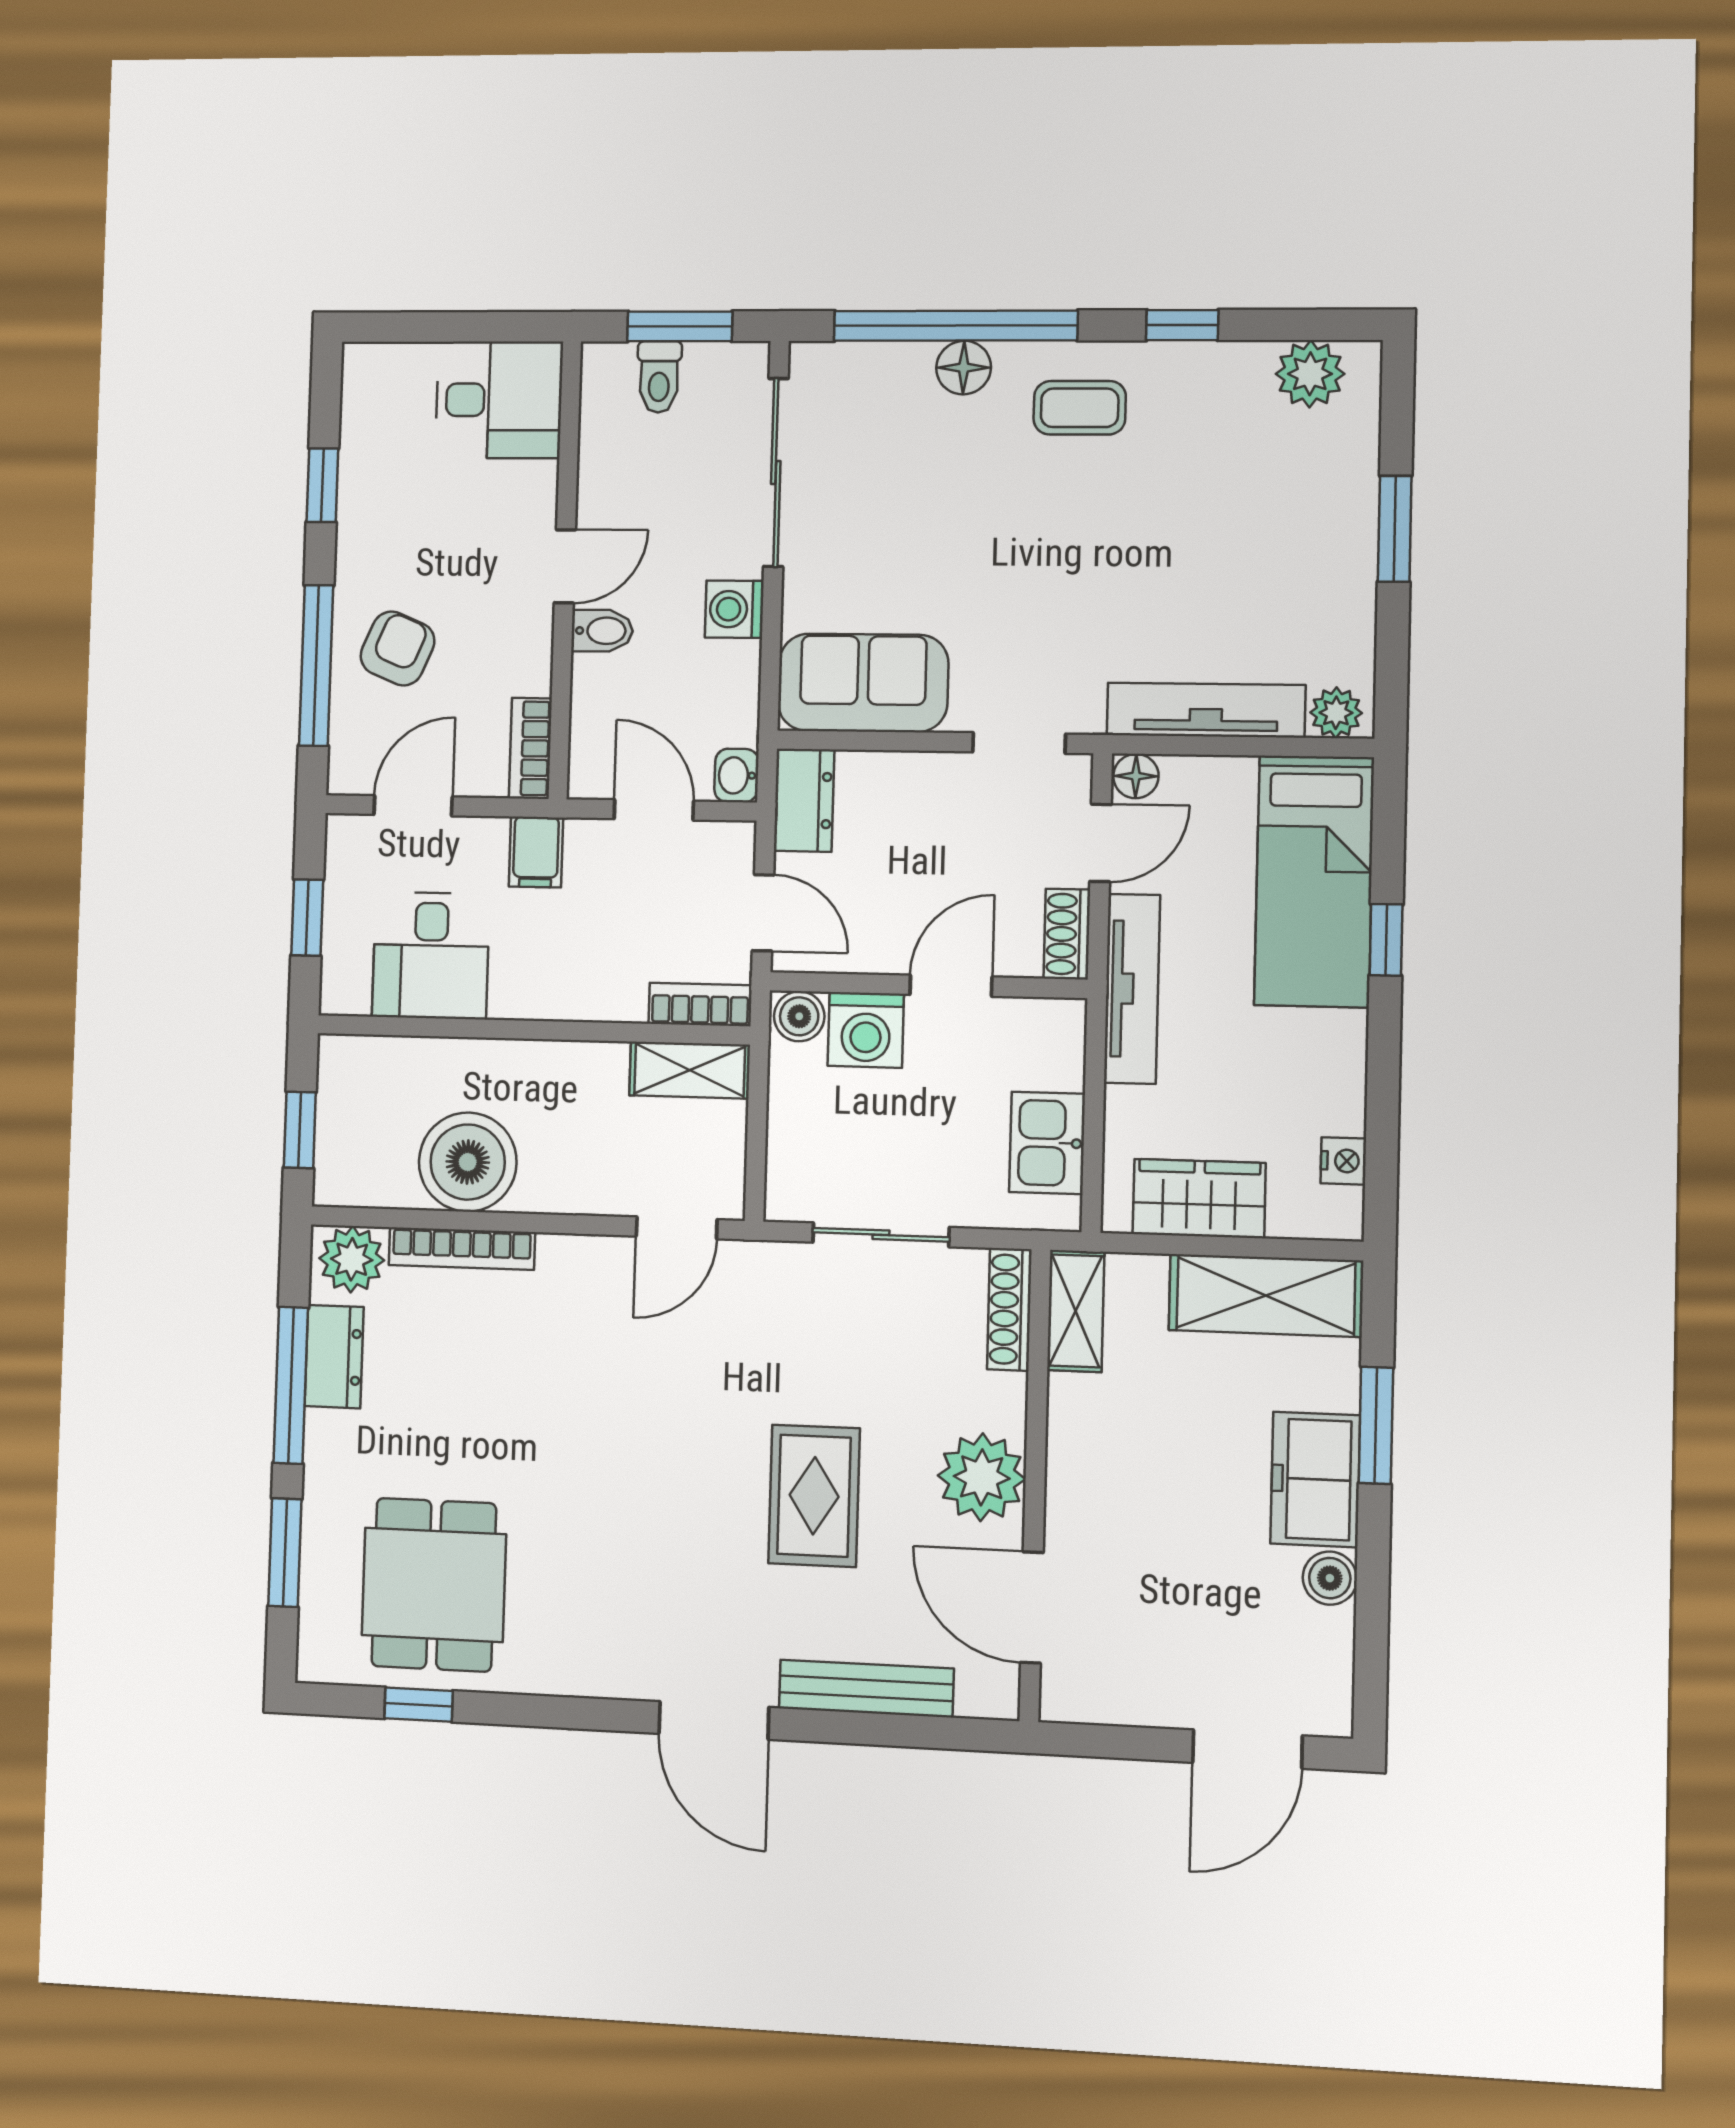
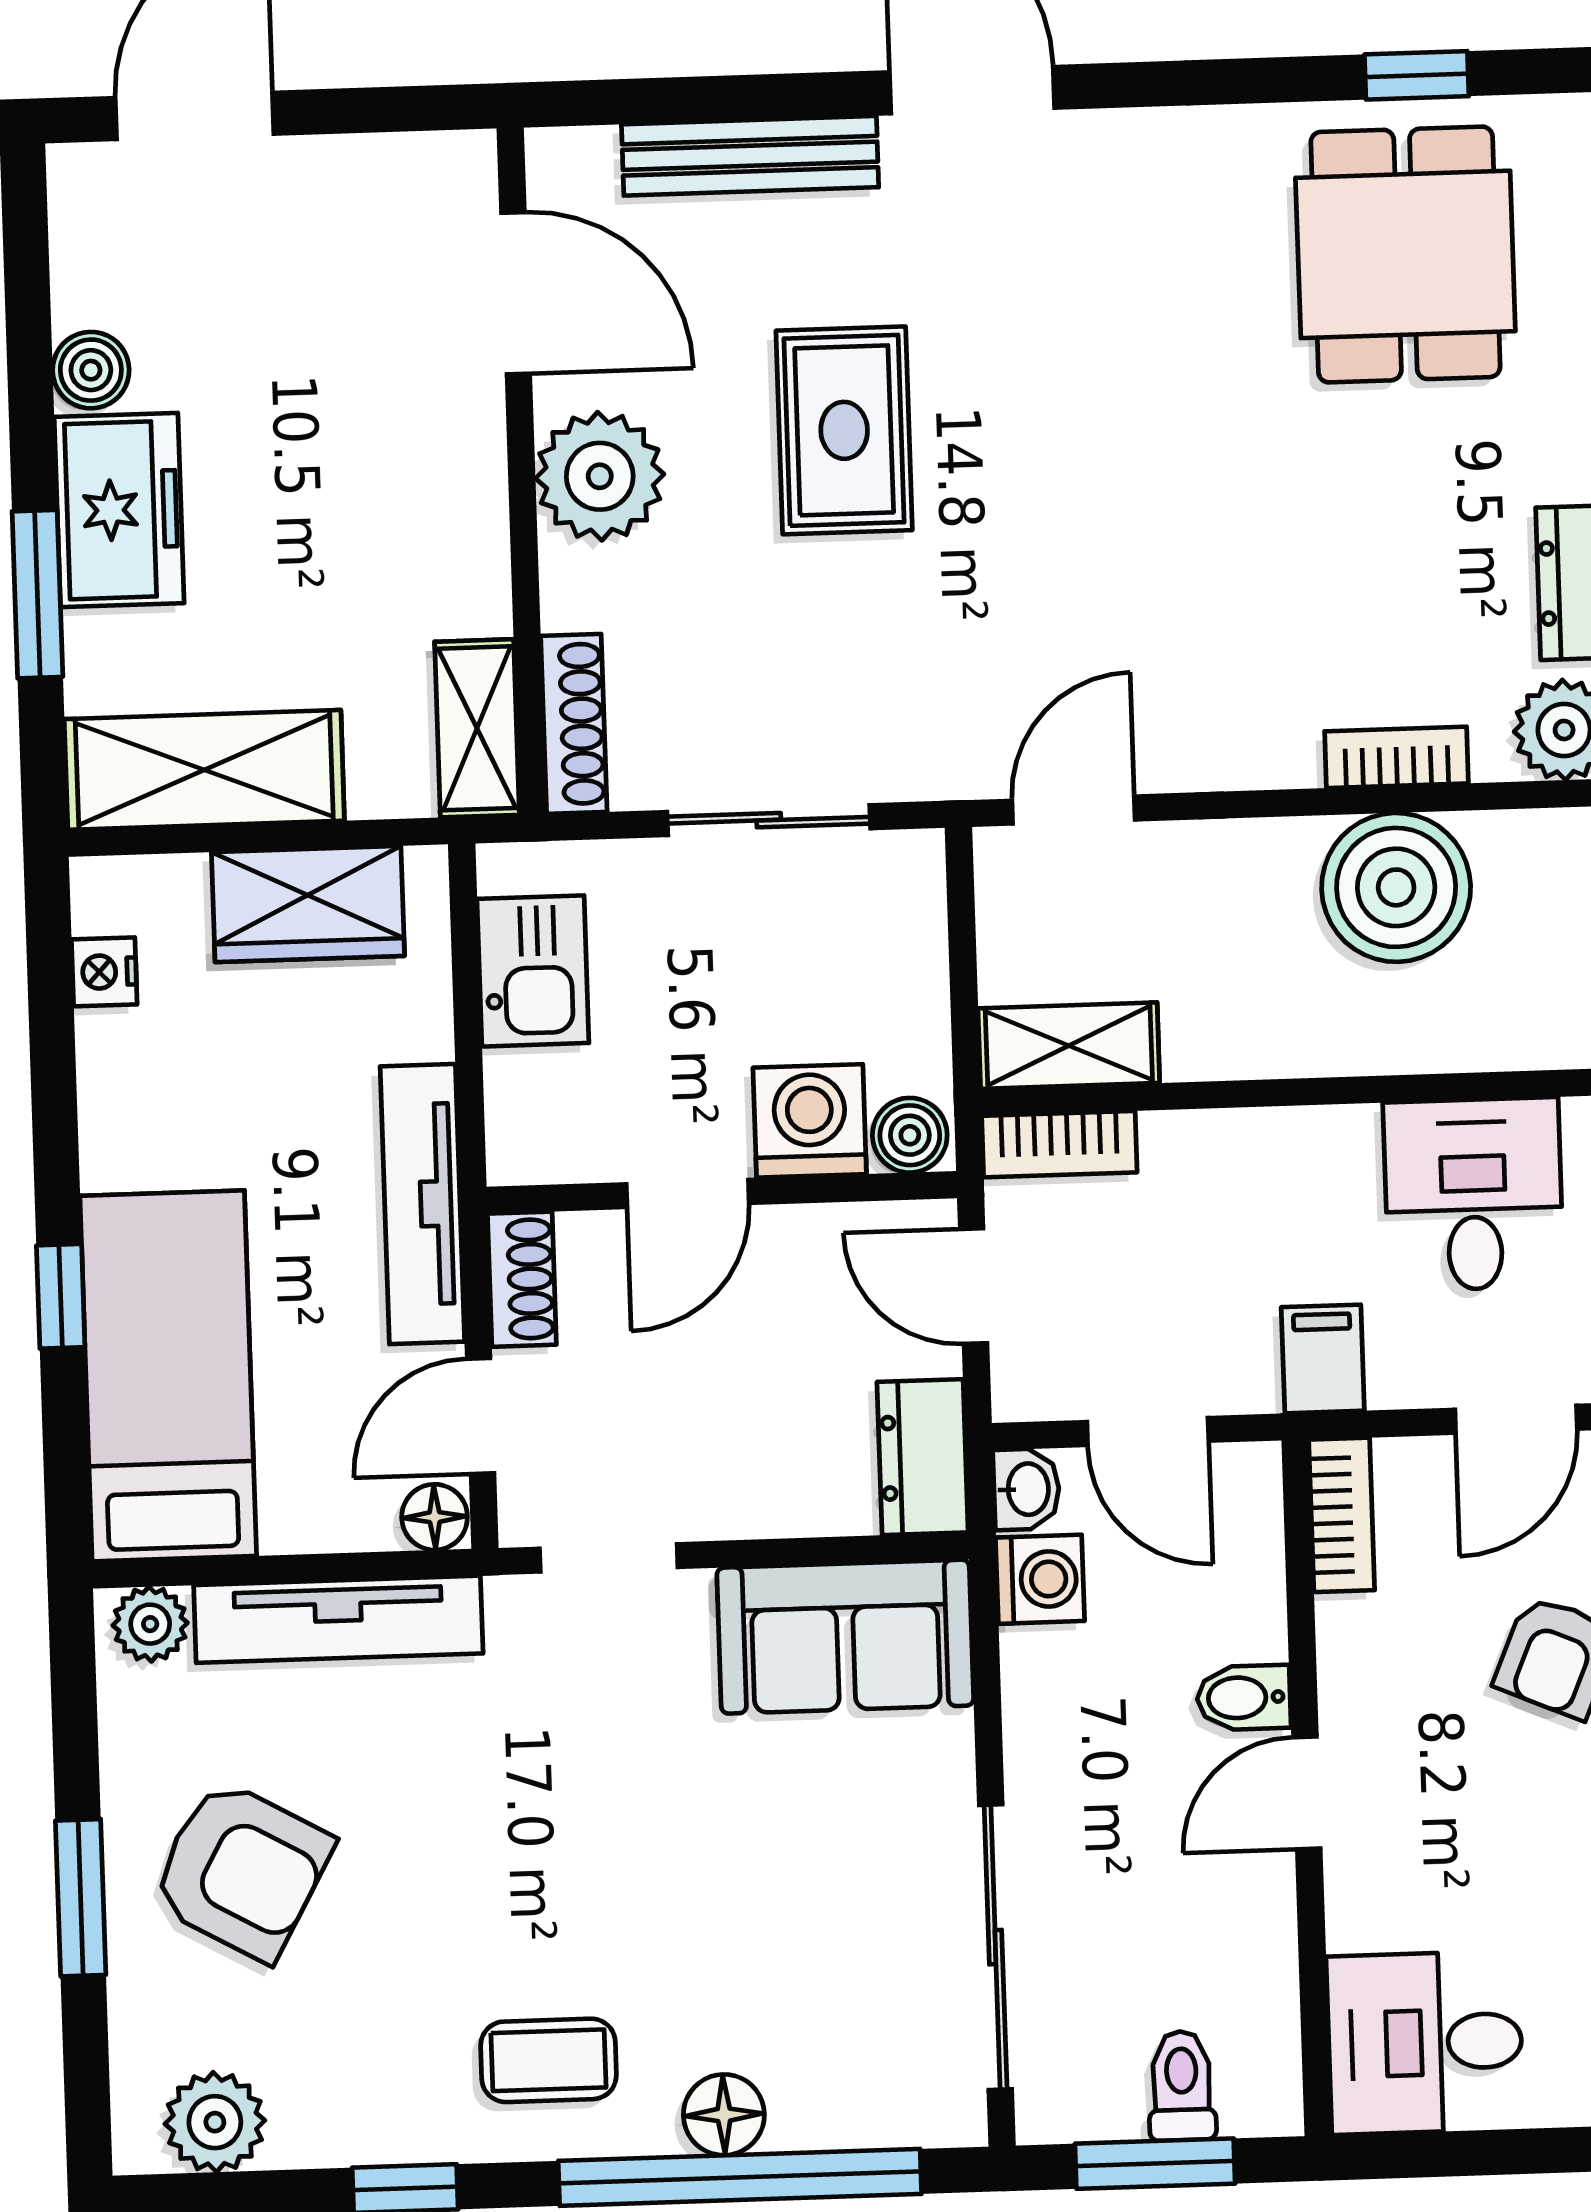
armchair: (1282, 543) -> (241, 1870), added
washing machine: (734, 609) -> (1040, 1579), moved
bookcase: (462, 1249) -> (1396, 757), width x0.64

